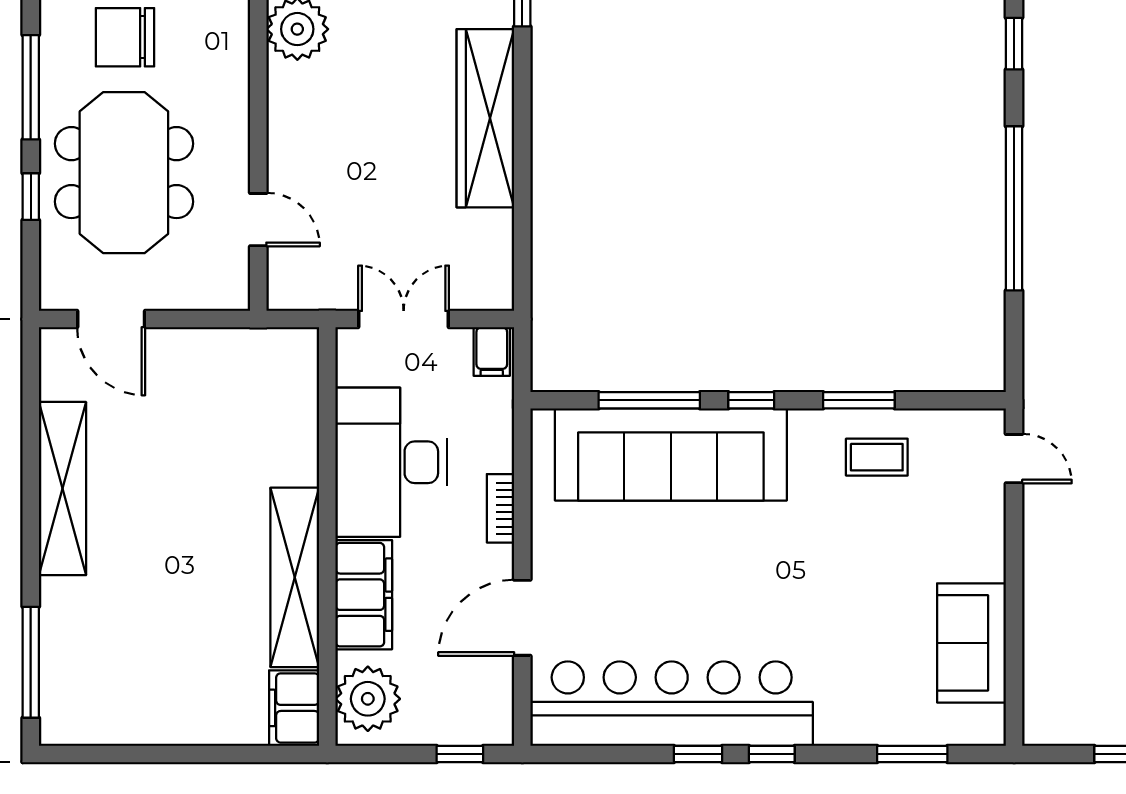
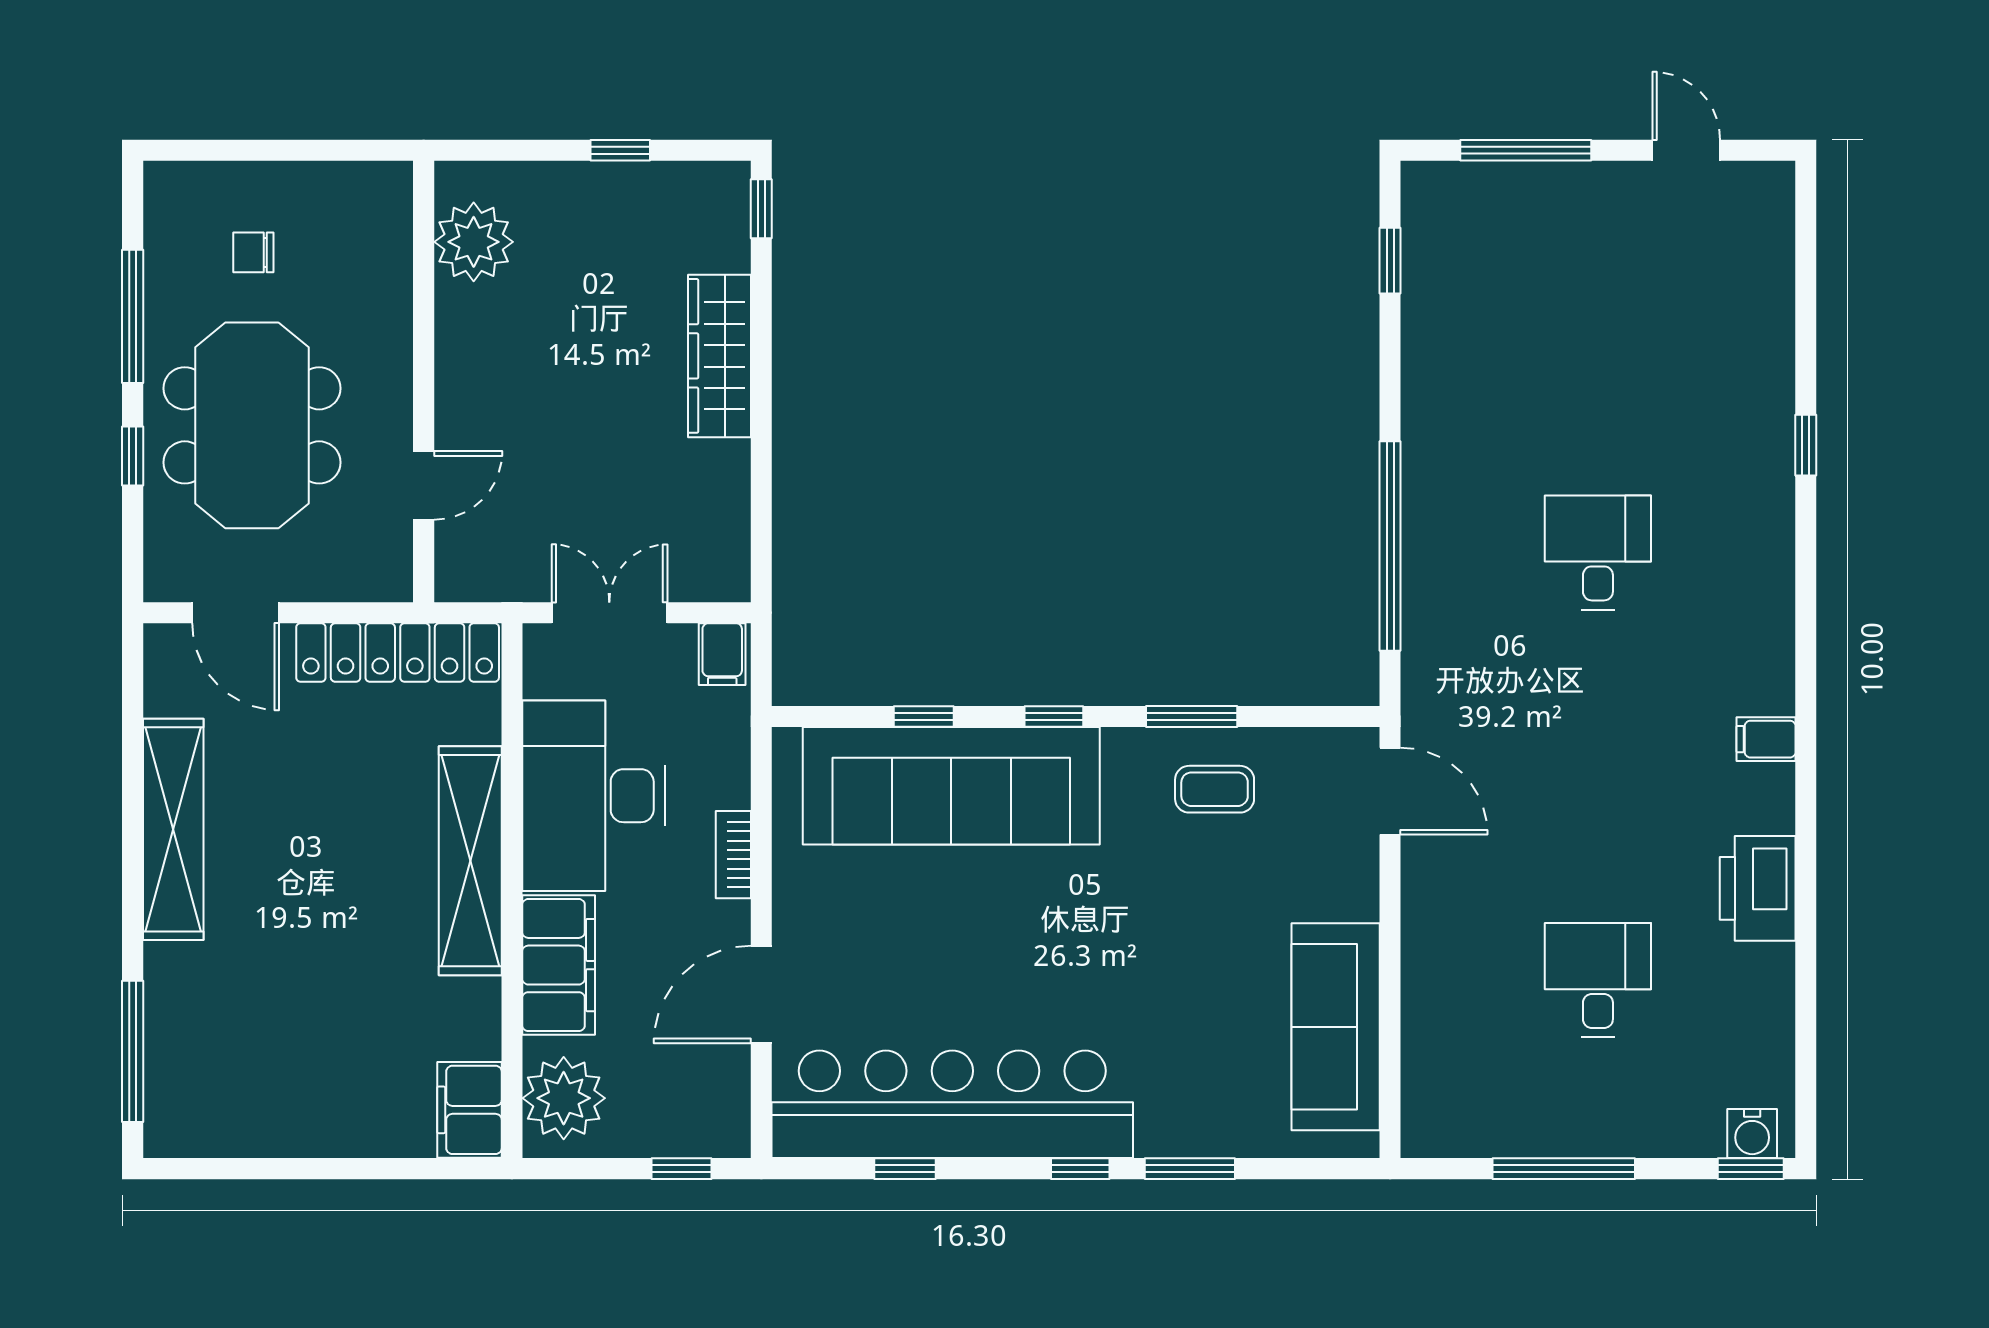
chair: (125, 37) -> (253, 252), width x0.54, depth x0.54
wardrobe: (485, 118) -> (720, 356), width x0.71, depth x0.85
window: (1014, 208) -> (1390, 546), moved
door: (258, 220) -> (424, 485), hinge flipped
locker: (238, 350) -> (398, 652), added
window: (649, 400) -> (924, 717), width x0.46
door: (1014, 459) -> (1390, 791), width x1.38
shelving: (295, 577) -> (470, 861), moved
sofa: (972, 643) -> (1336, 1027), width x1.36
window: (698, 754) -> (905, 1169), moved
window: (912, 754) -> (1190, 1169), moved

